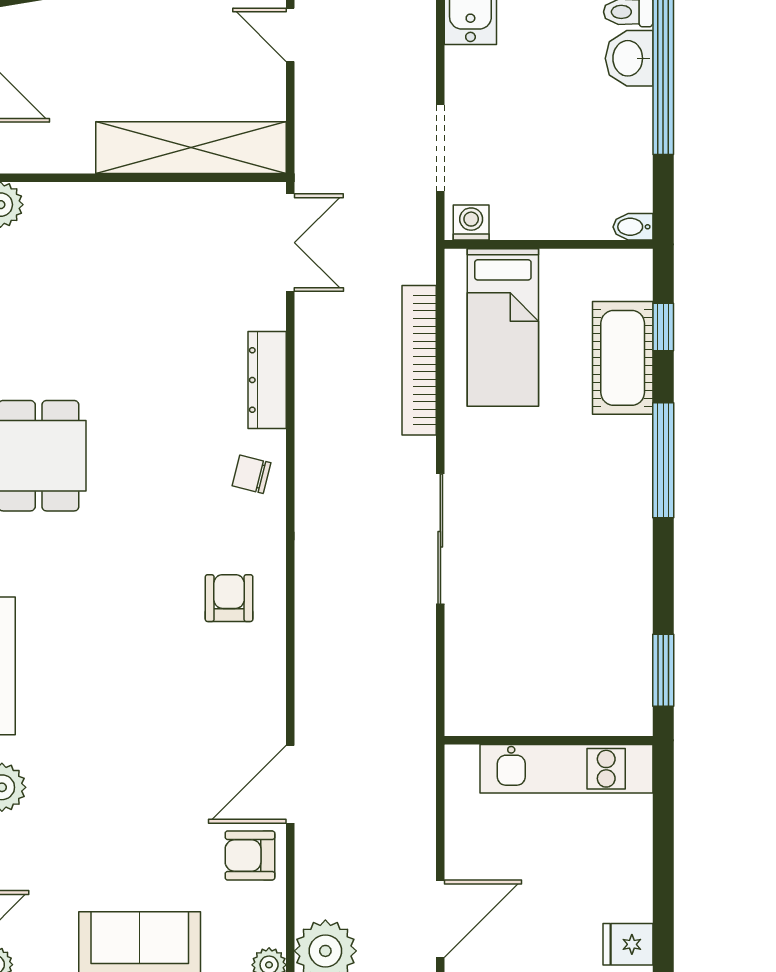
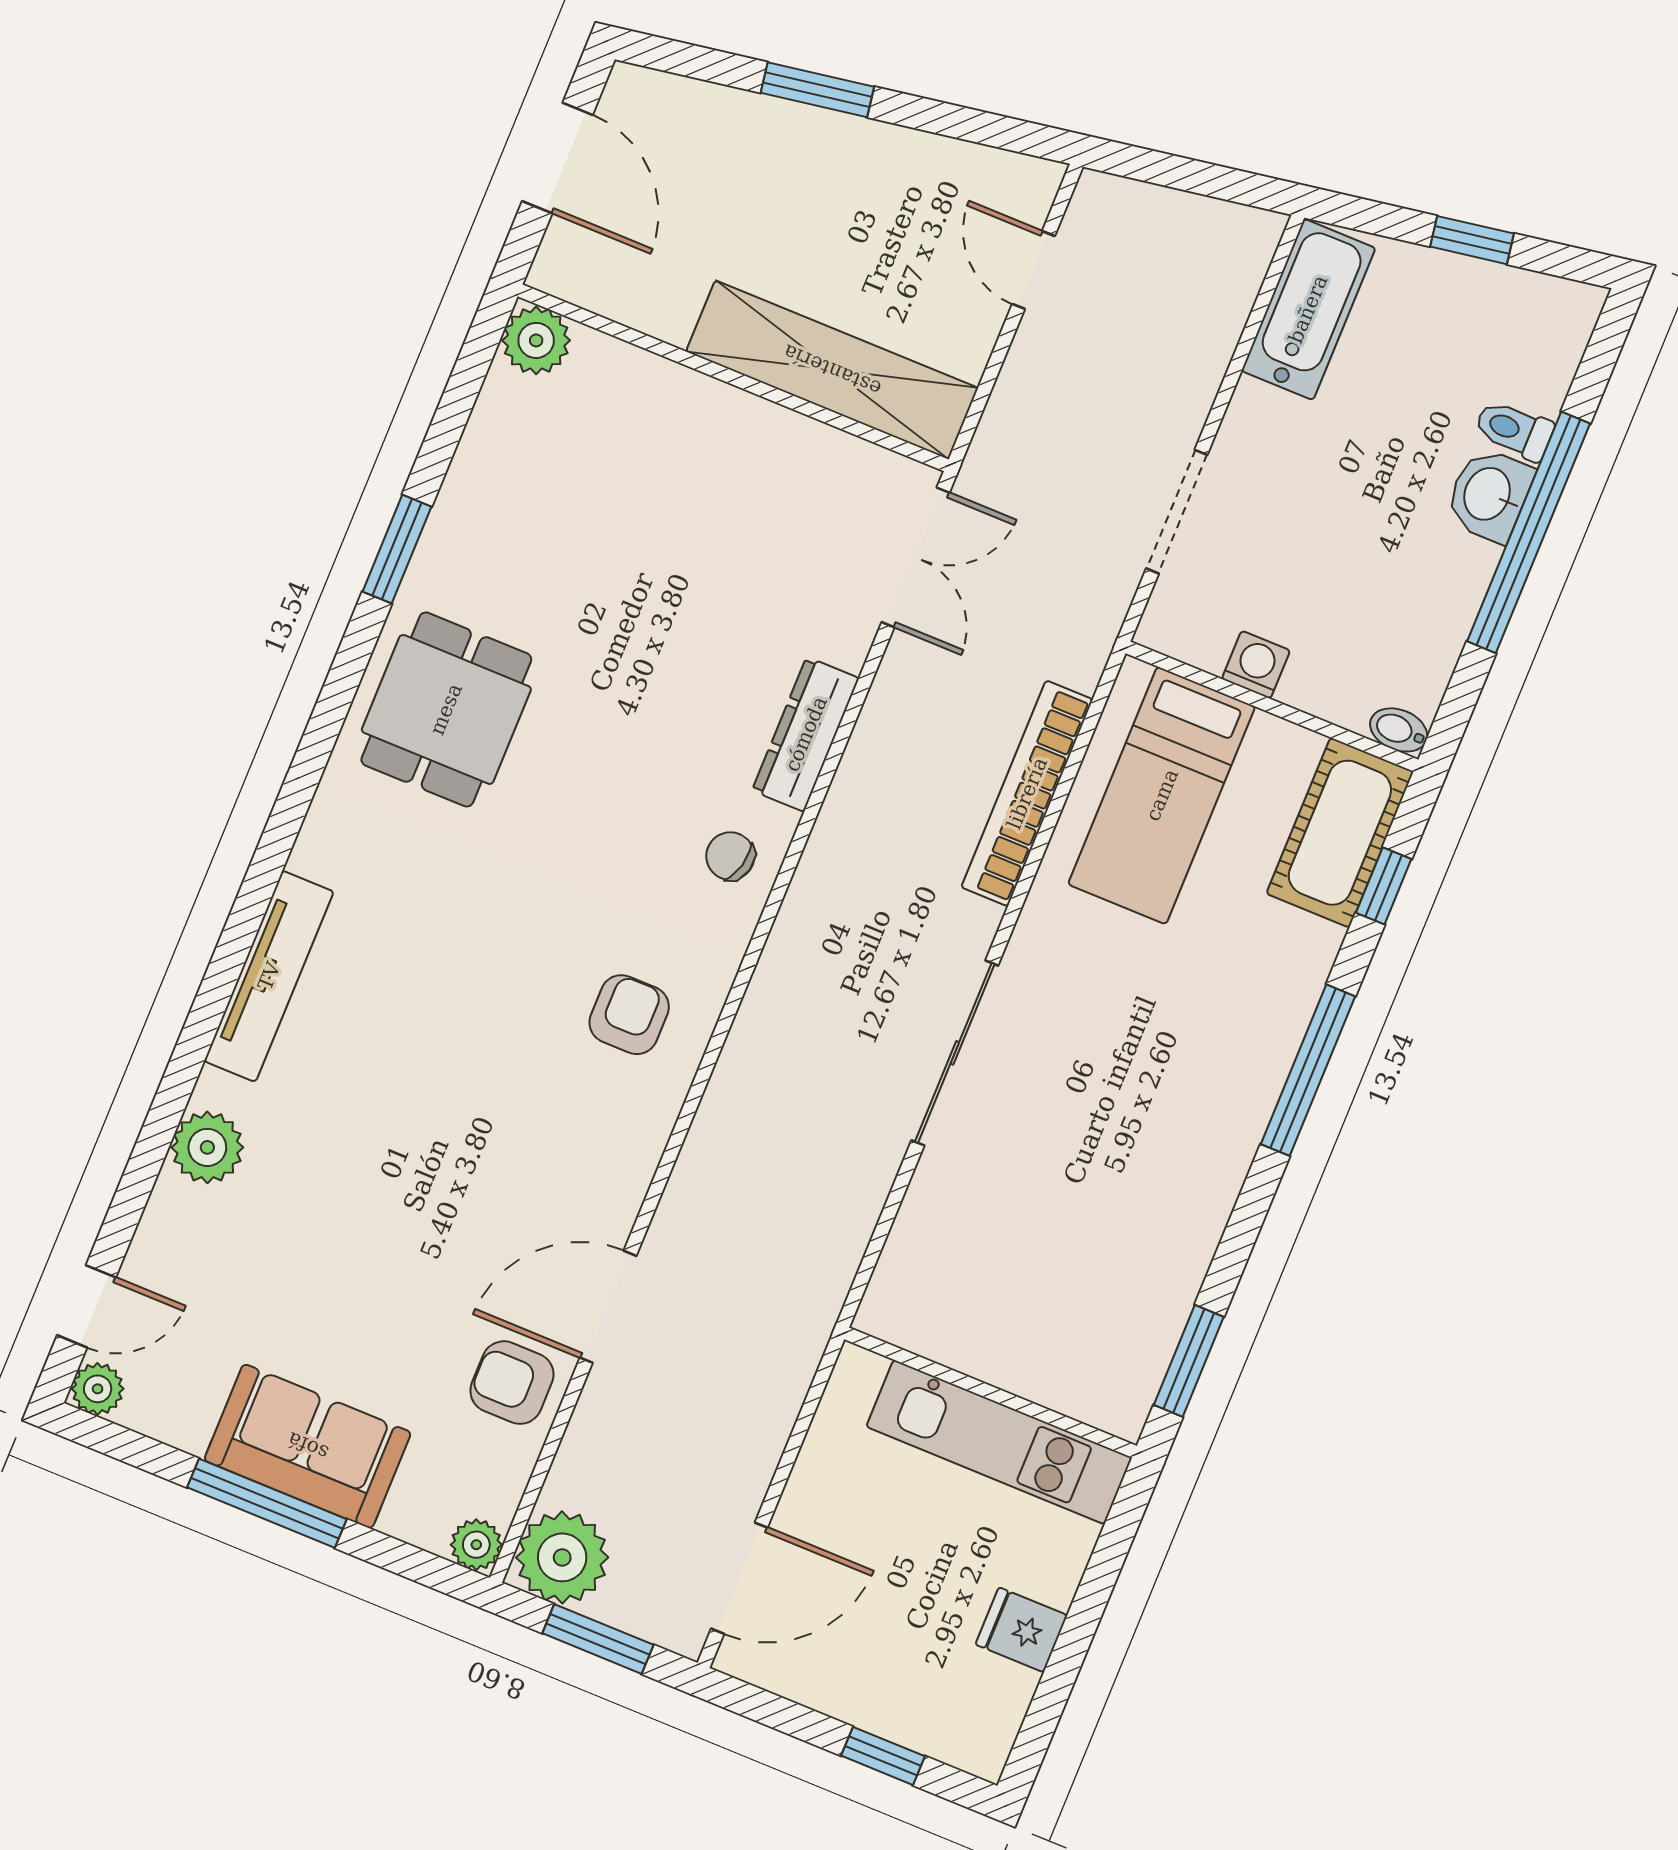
washing machine: (471, 223) -> (1256, 665), moved
cot: (623, 358) -> (1340, 833), moved
fridge: (628, 944) -> (1021, 1630), moved

